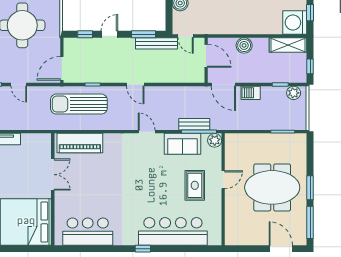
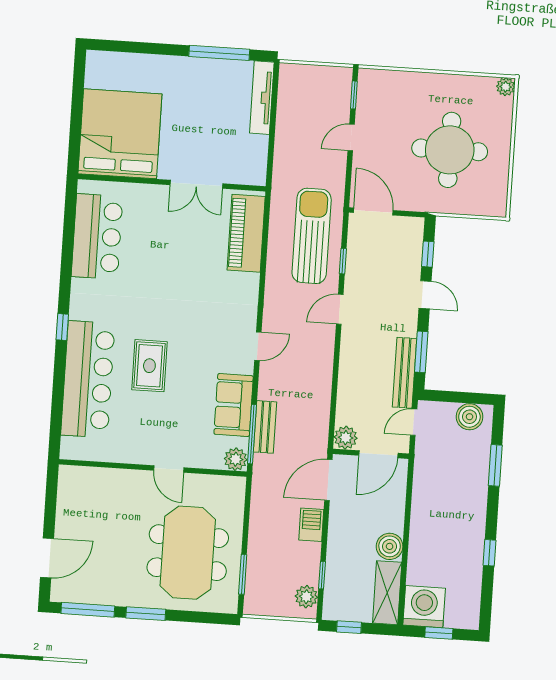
boiler: (244, 45) -> (390, 546), moved
plant: (197, 76) -> (346, 438), added
door: (135, 84) -> (340, 309), moved
rug: (195, 185) -> (149, 366), moved, turned 90
meeting table: (272, 187) -> (188, 553), moved

